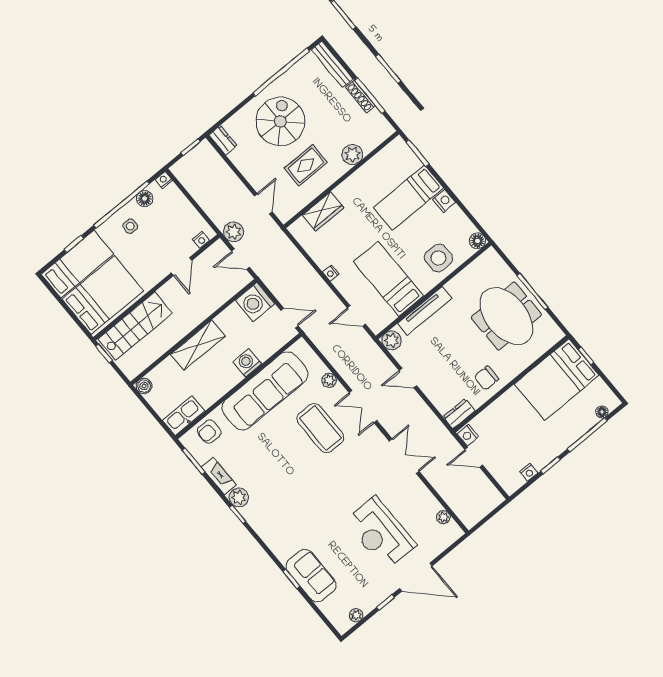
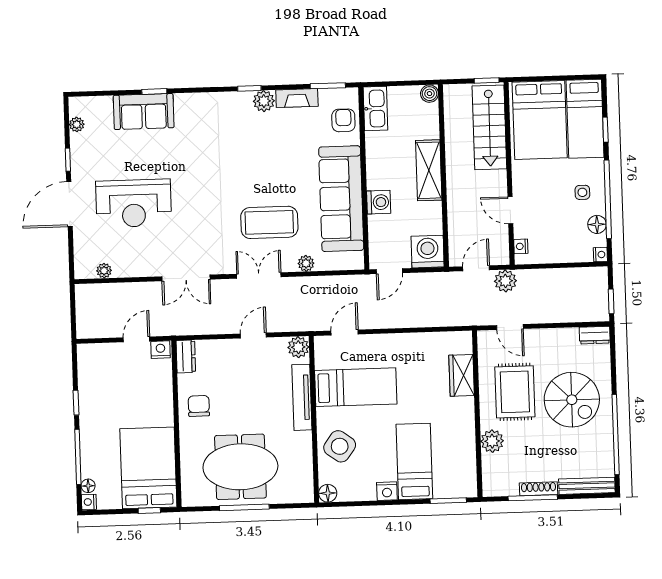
rug: (306, 165) -> (515, 392), width x1.36, depth x1.43
side table: (438, 258) -> (340, 446), turned 36
nightstand: (331, 273) -> (401, 340), removed
nightstand: (529, 472) -> (89, 502), moved
reception desk: (380, 533) -> (134, 203), turned 180

